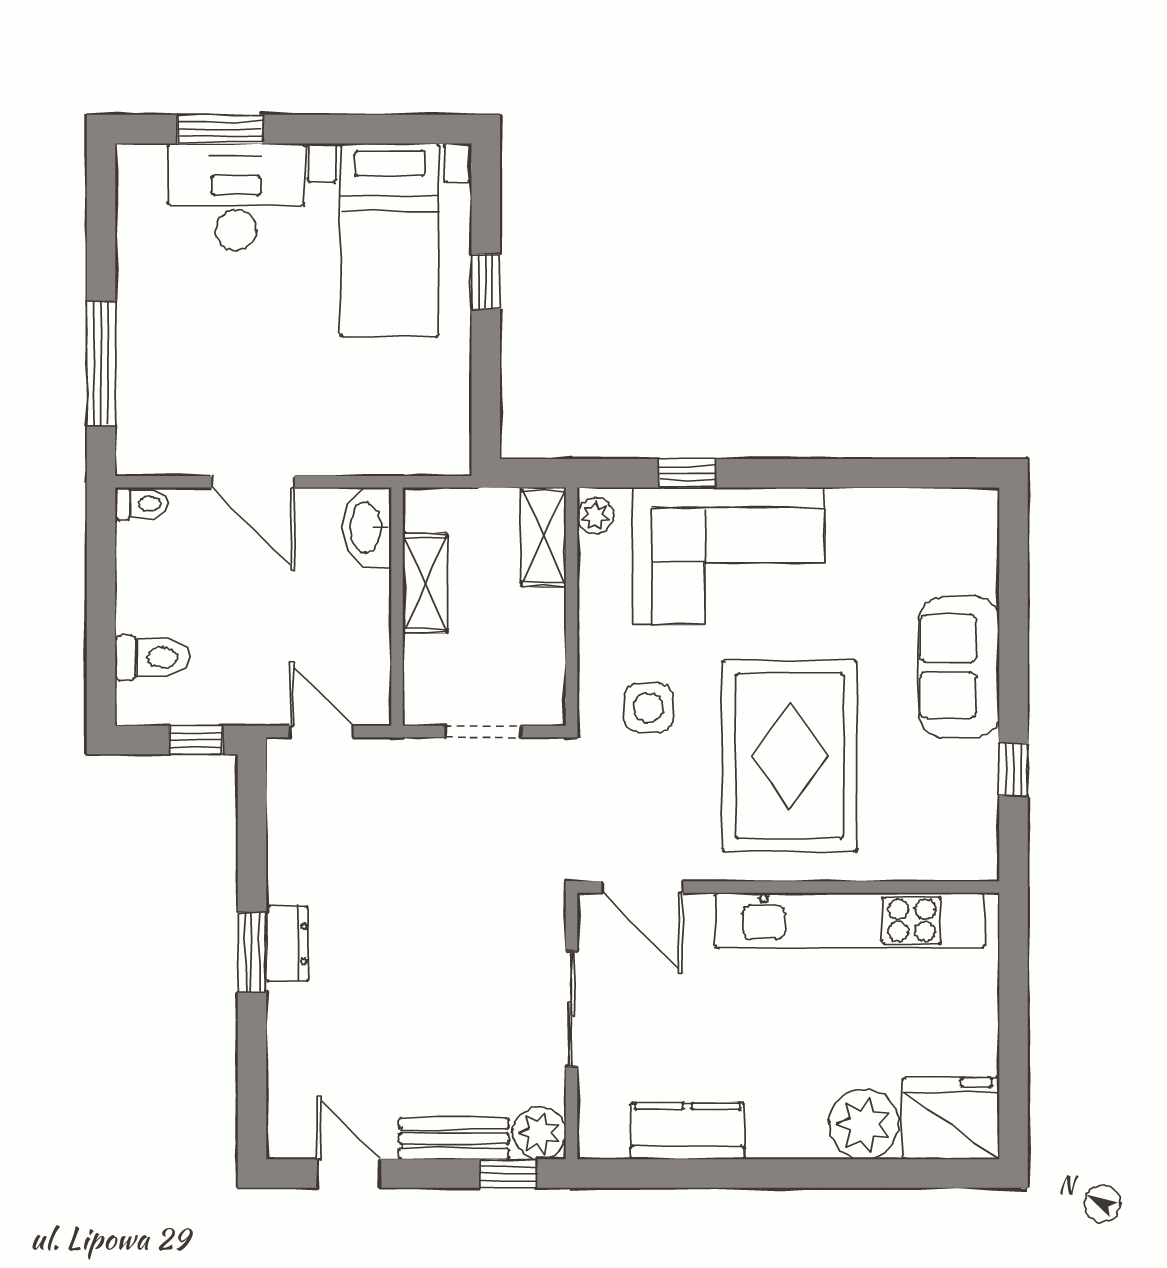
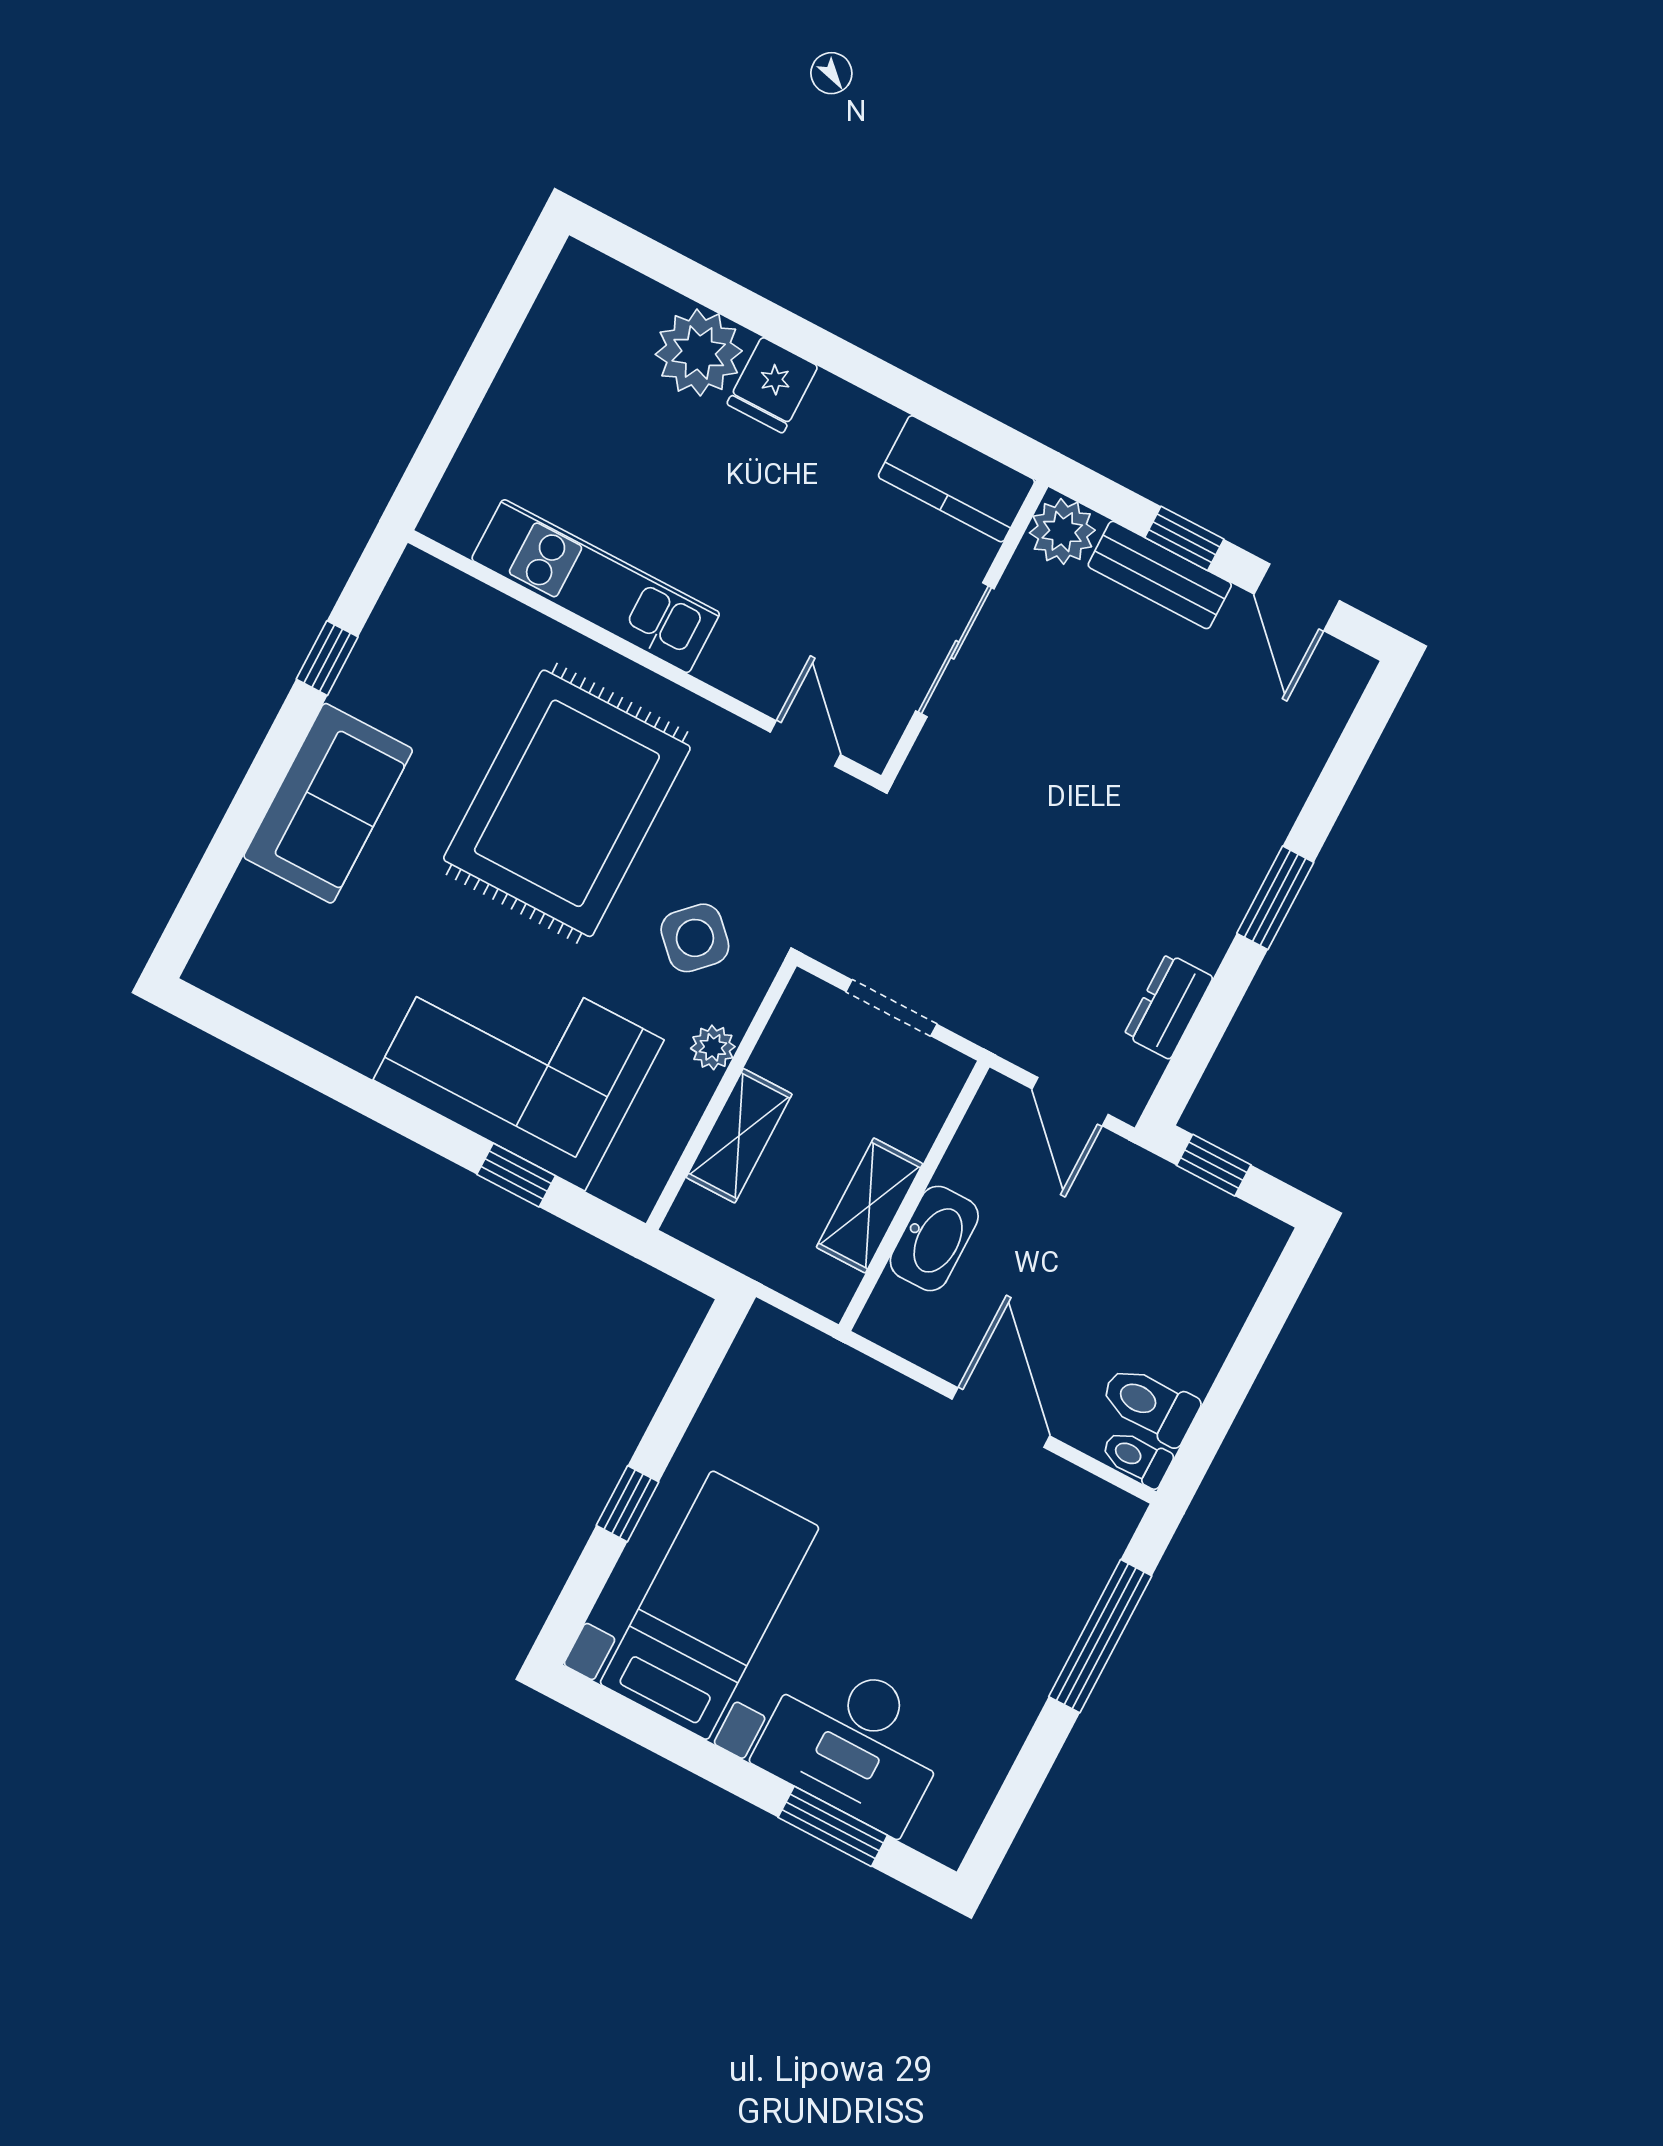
plant: (595, 516) -> (713, 1047), moved
washbasin: (367, 527) -> (934, 1238), moved
shelving: (544, 537) -> (739, 1136), moved
toilet: (152, 658) -> (1150, 1404), moved
side table: (649, 708) -> (695, 938), turned 45
door: (643, 887) -> (805, 743), width x0.73
kitchen unit: (850, 920) -> (596, 586), width x0.73
dresser: (287, 944) -> (1168, 1006), moved
fridge: (951, 1118) -> (772, 385), moved, width x0.53, depth x0.75
kitchen counter: (687, 1131) -> (956, 479), moved
window: (508, 1174) -> (1184, 538), moved

